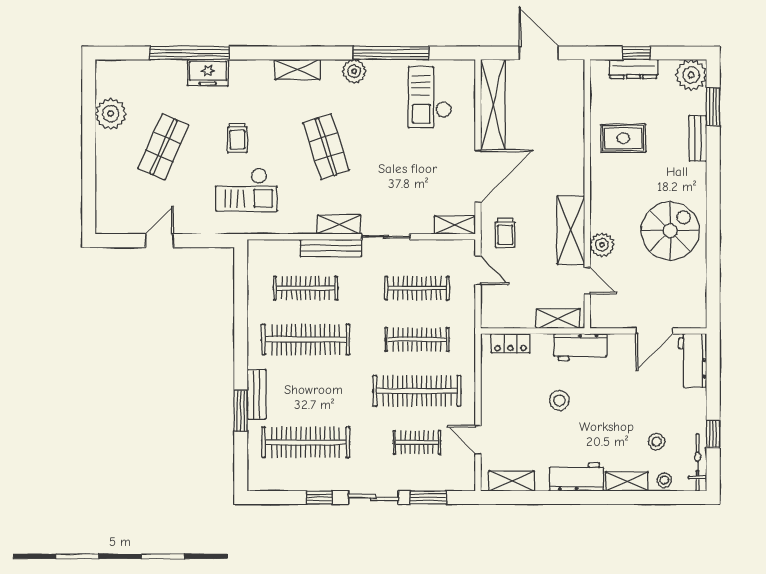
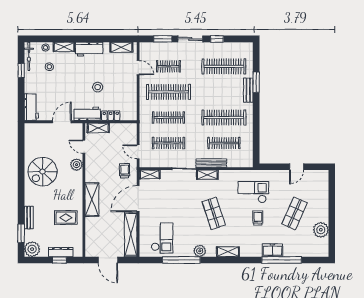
shelving: (571, 230) -> (92, 200), moved
door: (654, 331) -> (62, 122), moved
locker: (510, 343) -> (111, 116), moved

